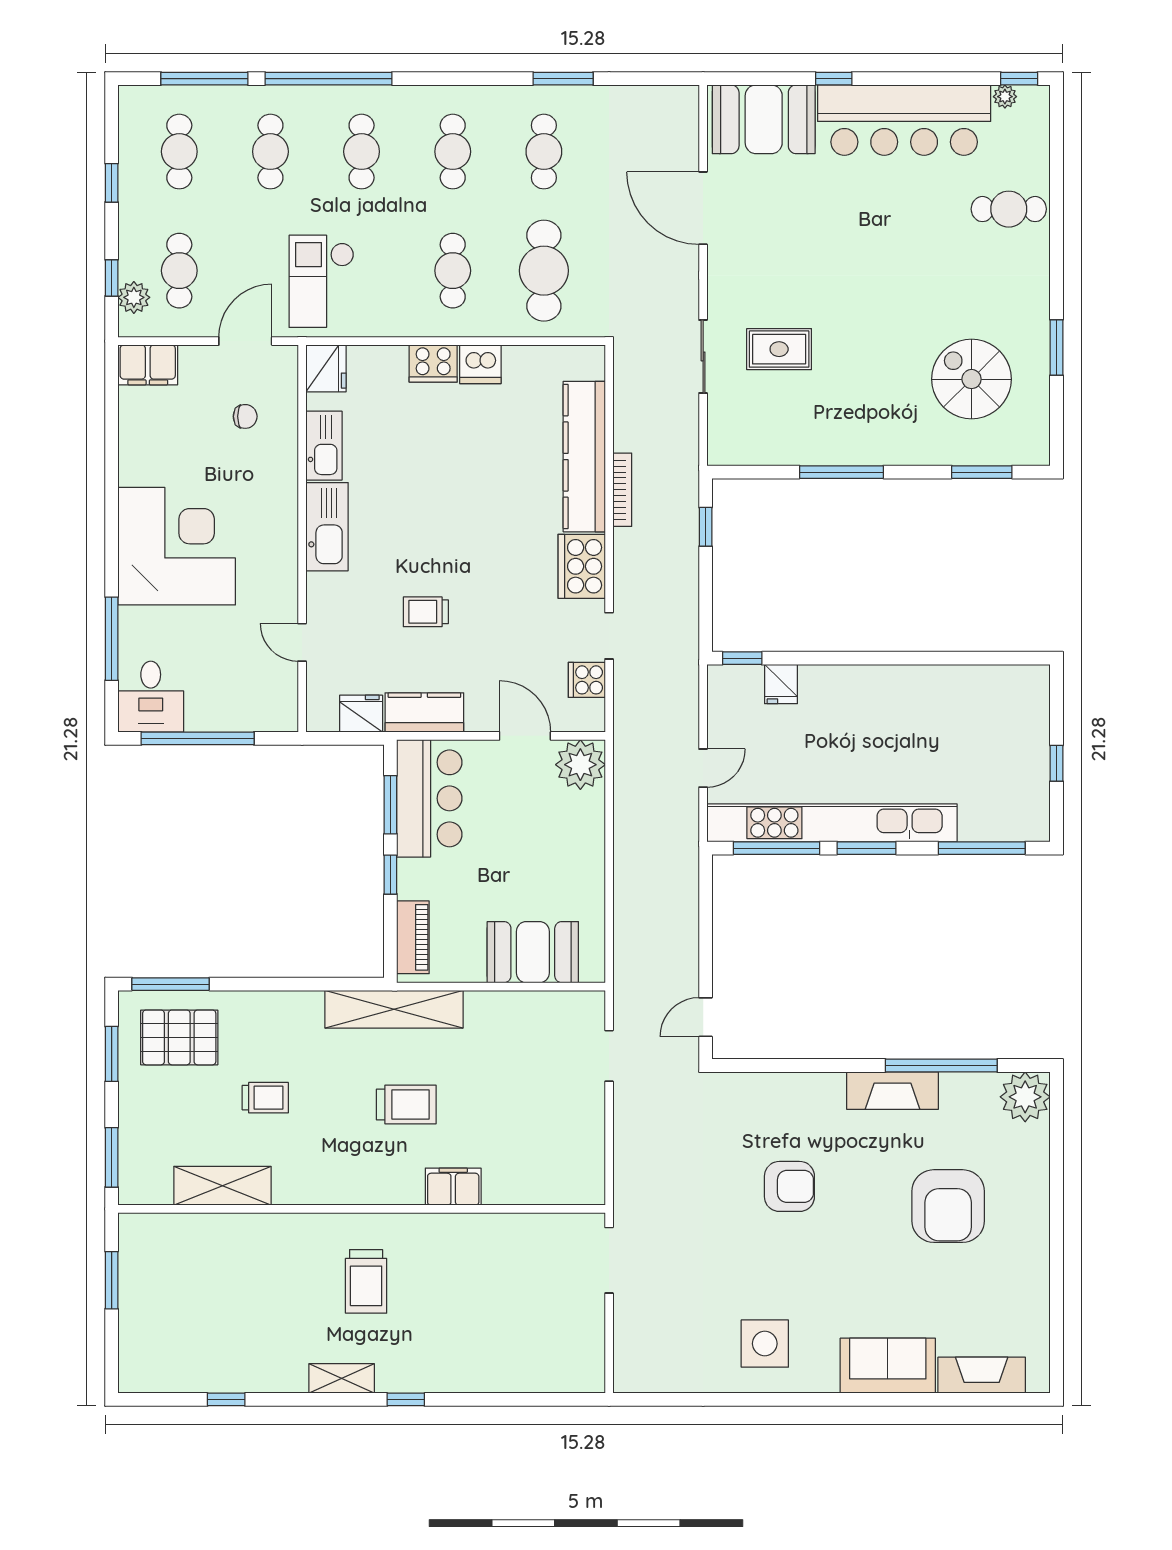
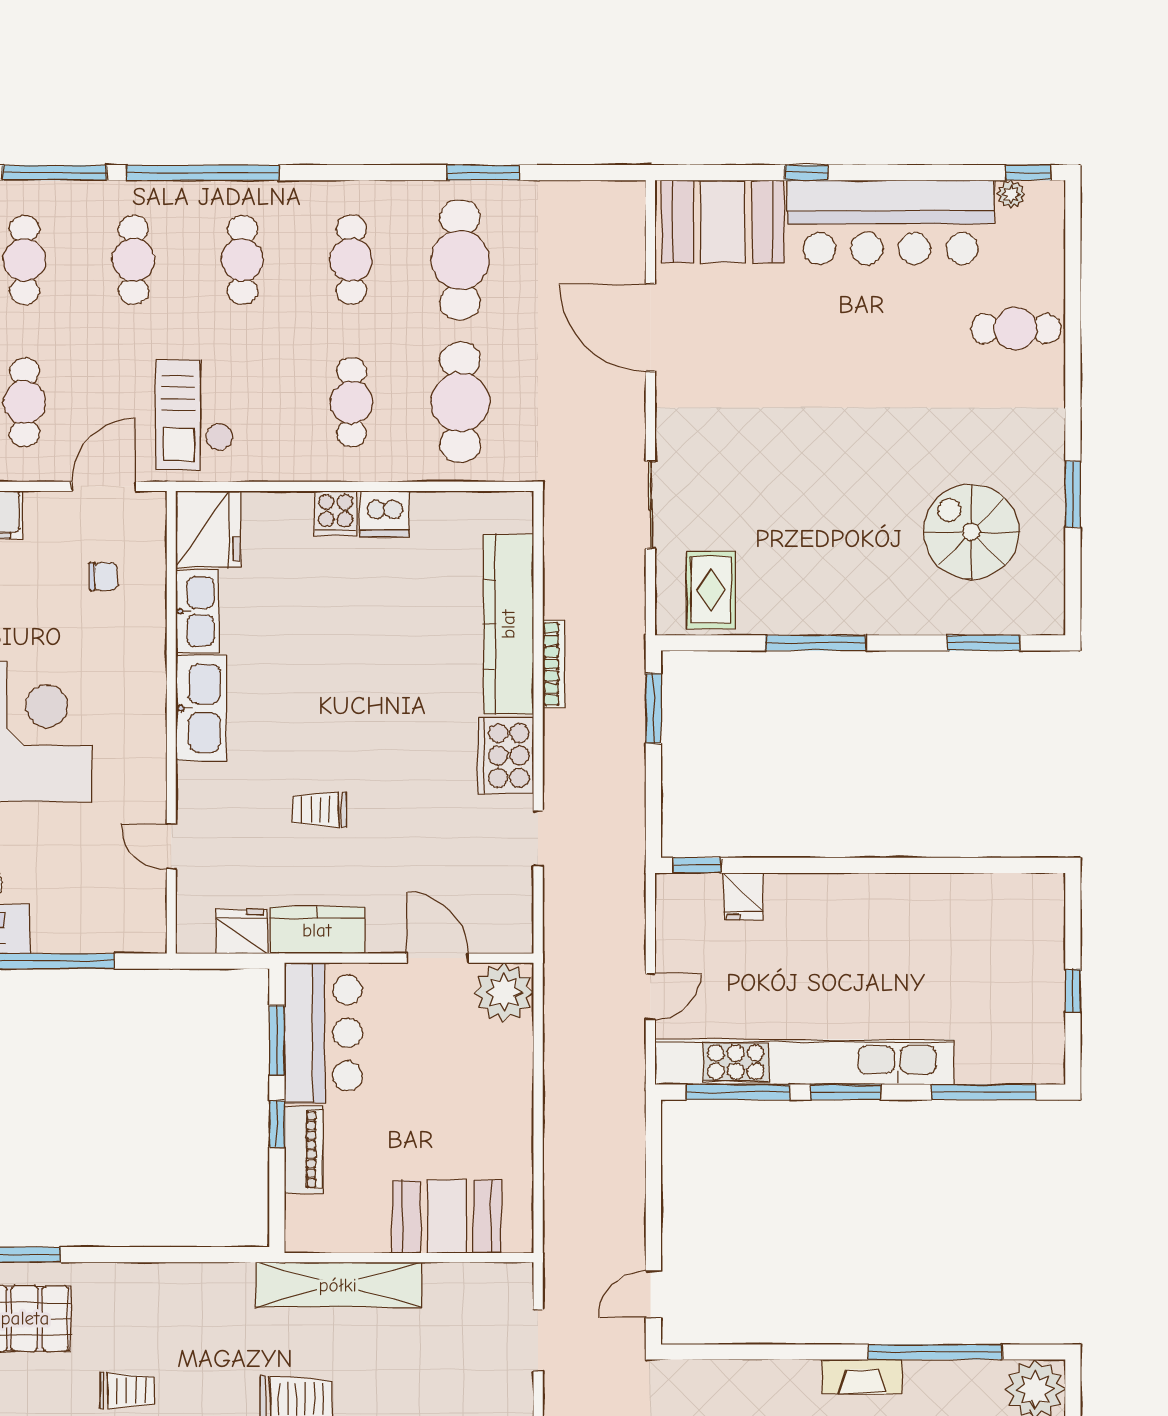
cafe table: (544, 152) -> (460, 260), width x1.37, depth x1.35
rug: (779, 349) -> (711, 590), moved, turned 90
cooker: (433, 363) -> (336, 513), width x0.73
fridge: (326, 368) -> (208, 529), width x1.36, depth x1.34
window: (706, 527) -> (653, 708), width x1.50
cooker: (587, 680) -> (512, 891), removed
piano: (413, 937) -> (304, 1149), moved
shelving: (394, 1009) -> (338, 1285), moved
fireplace: (893, 1091) -> (862, 1377), width x0.73, depth x0.76

